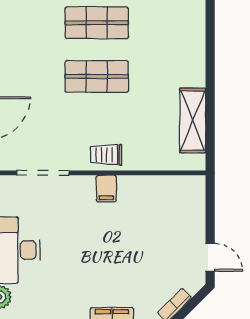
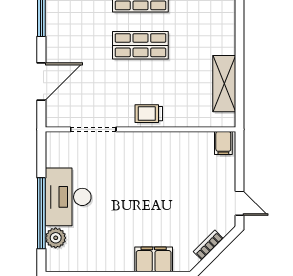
filing cabinet: (106, 188) -> (223, 143), moved

